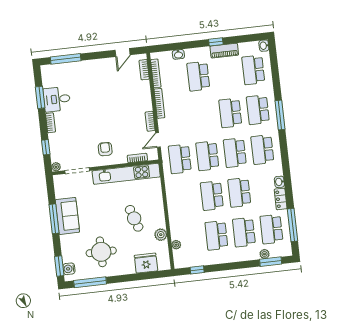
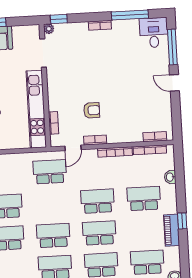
door: (123, 52) -> (174, 83), moved
window: (40, 97) -> (130, 15), width x1.44
desk: (57, 99) -> (154, 33), moved
door: (158, 140) -> (73, 148), swing flipped
window: (46, 147) -> (59, 19), moved
armchair: (105, 149) -> (92, 110), moved
school desk: (207, 156) -> (98, 201), moved

